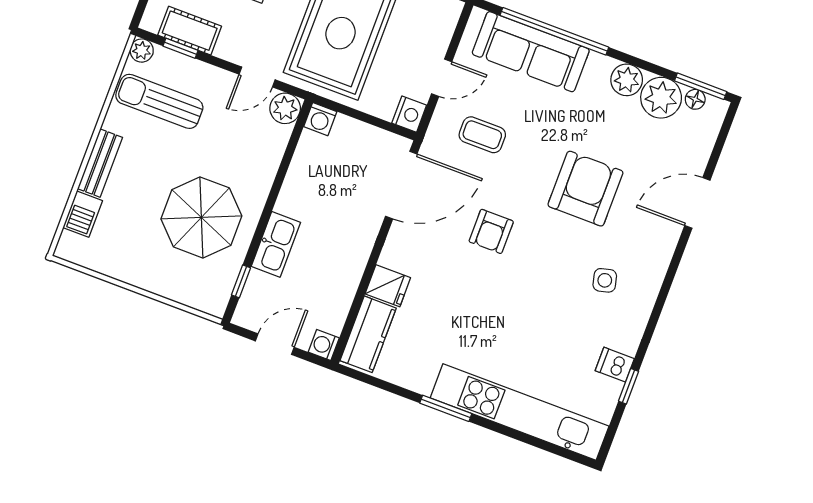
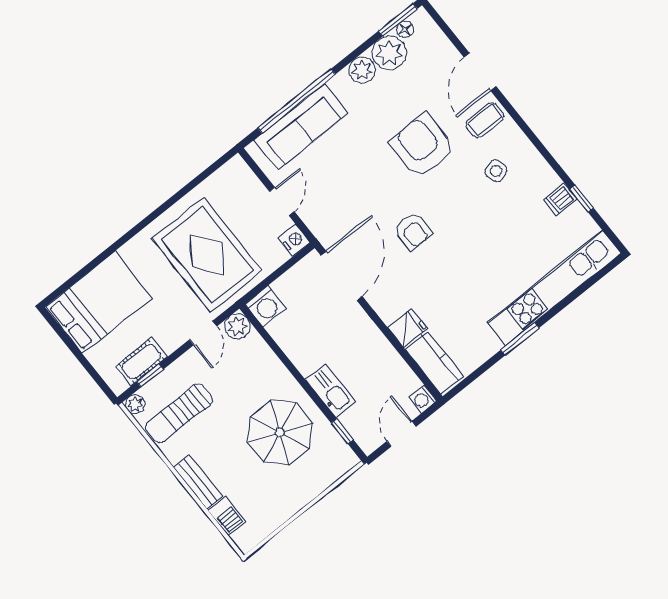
washing machine: (320, 119) -> (266, 306), width x1.38, depth x1.38
coffee table: (482, 135) -> (485, 120), moved

